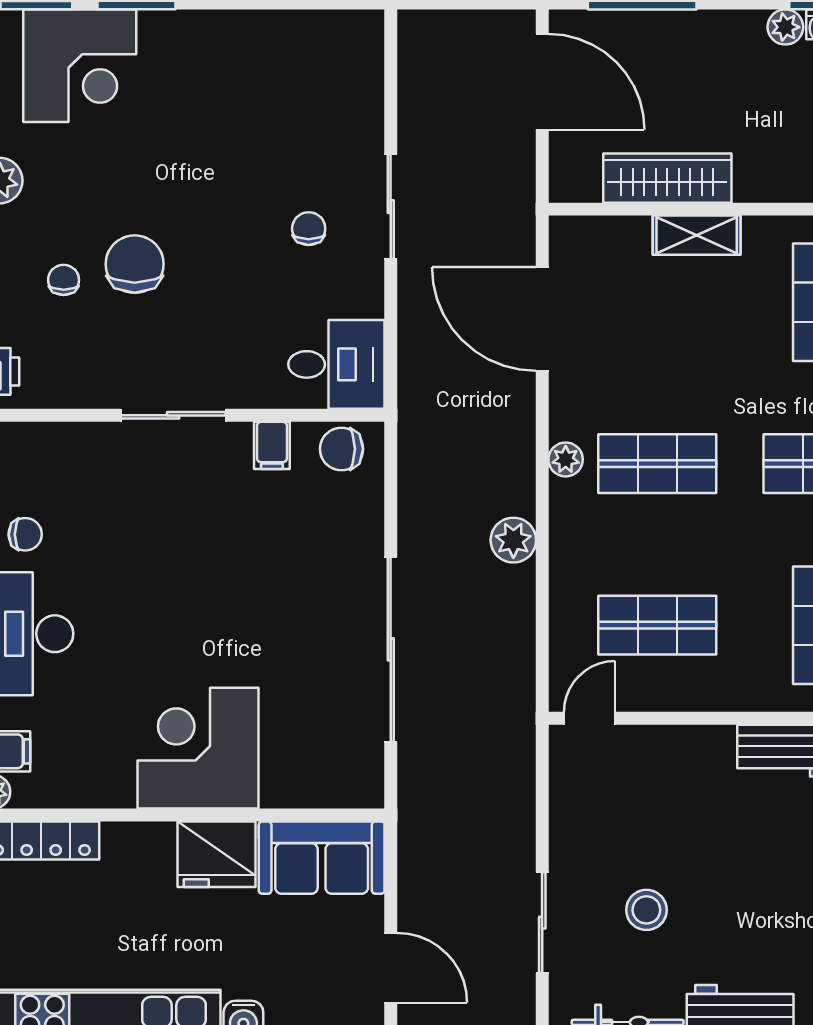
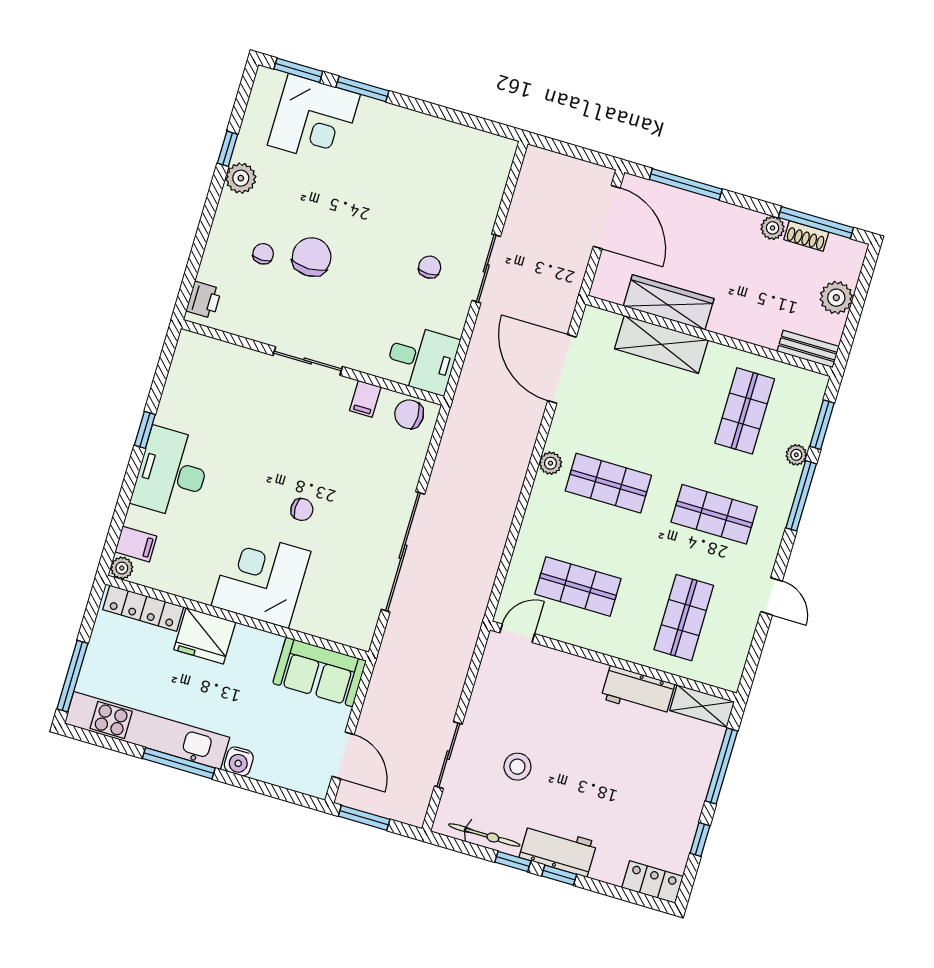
shelving: (697, 235) -> (661, 344), width x1.50, depth x1.33
chair: (25, 534) -> (302, 509), moved
plant: (513, 540) -> (502, 505), removed
fridge: (217, 854) -> (205, 636), moved

